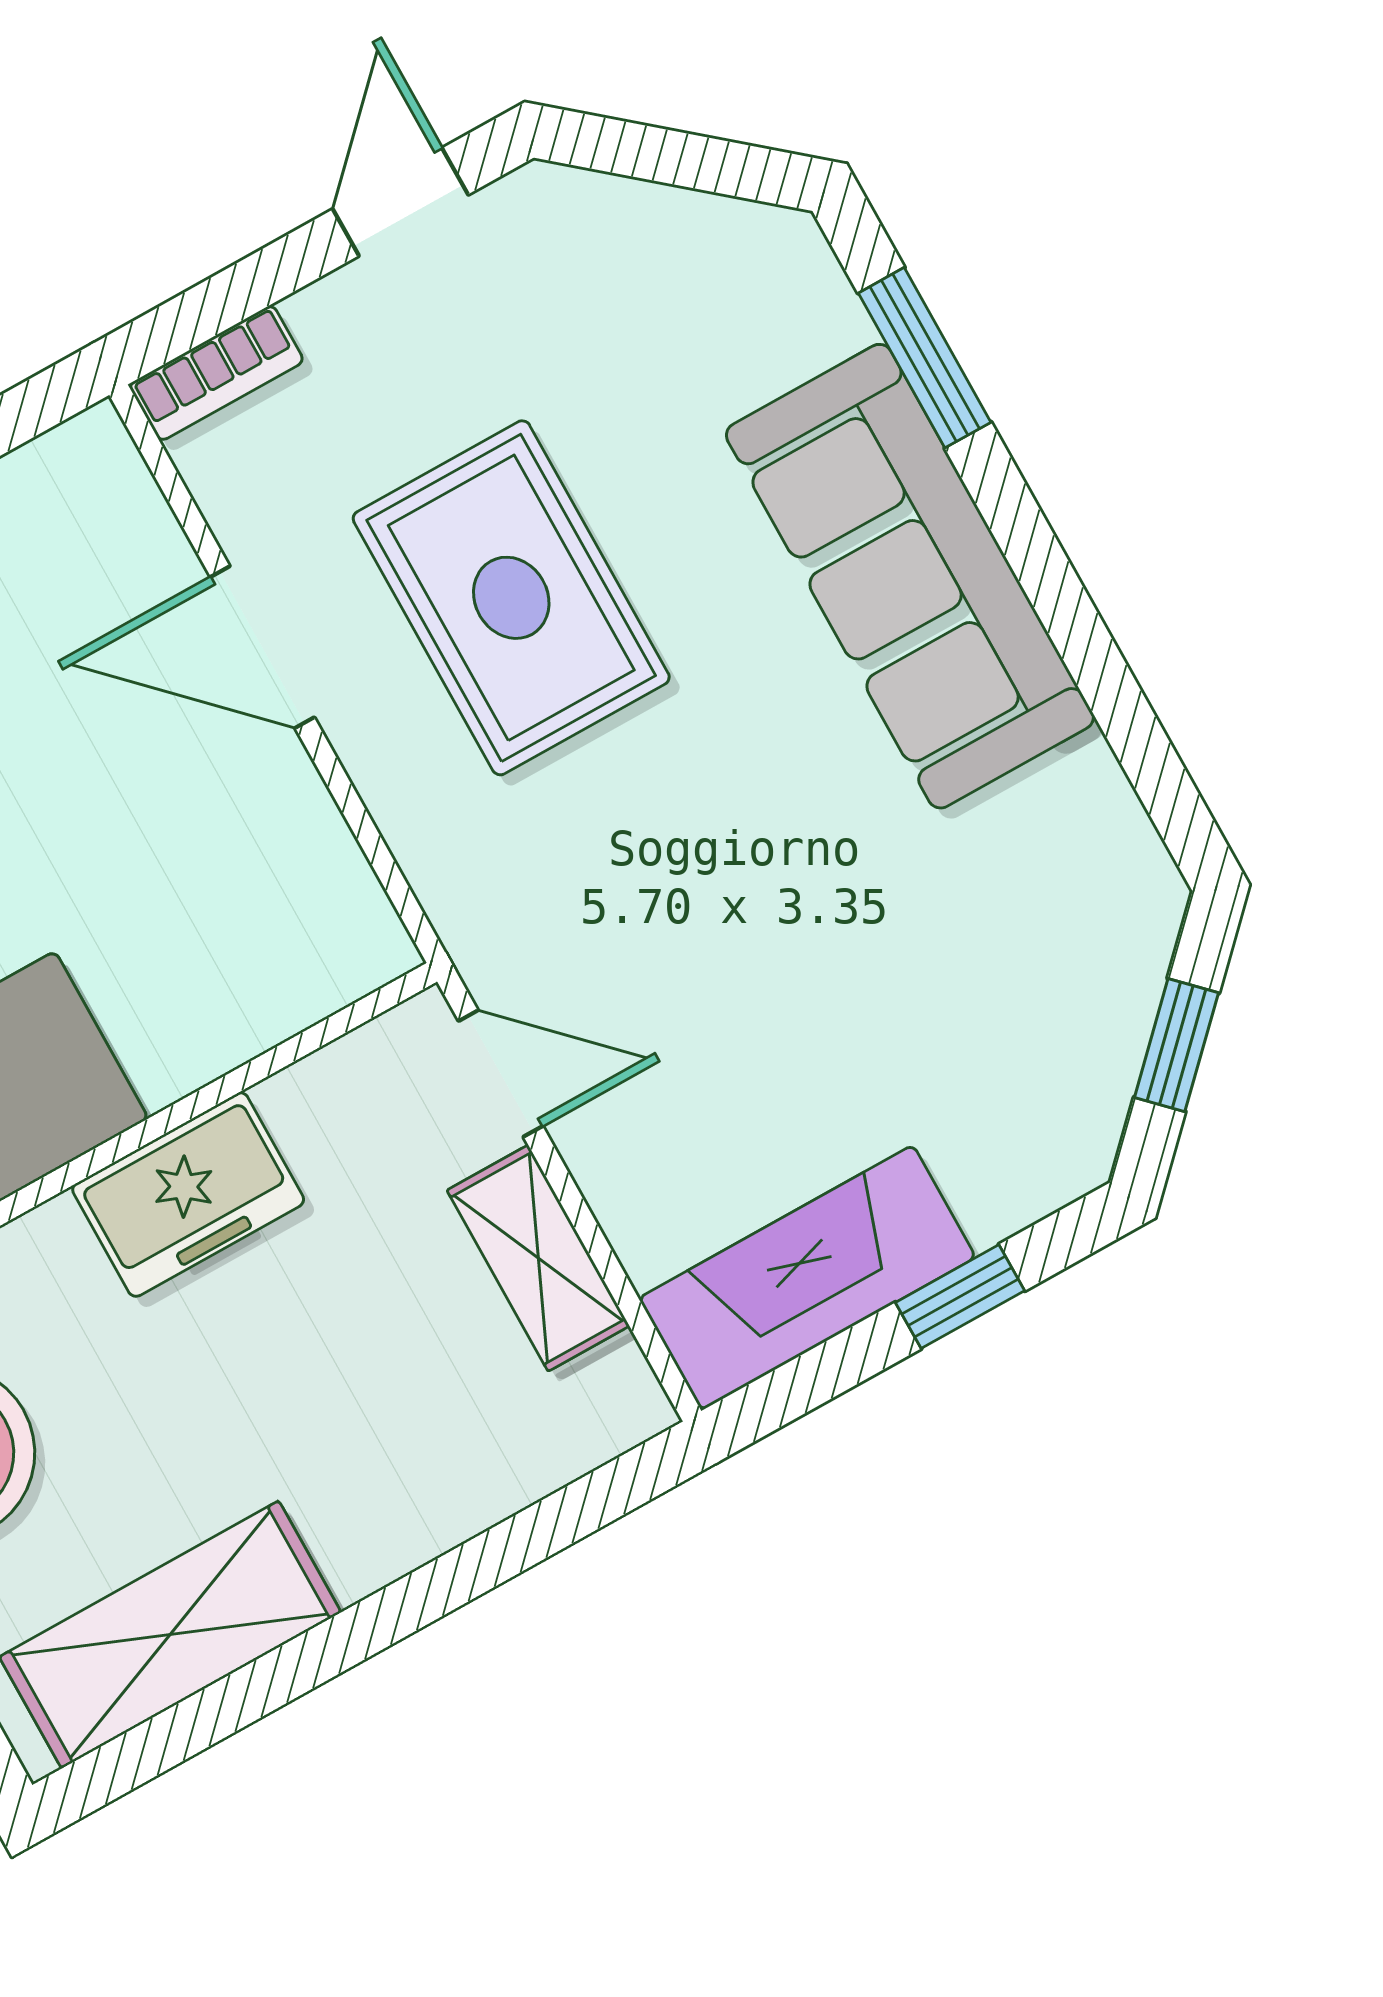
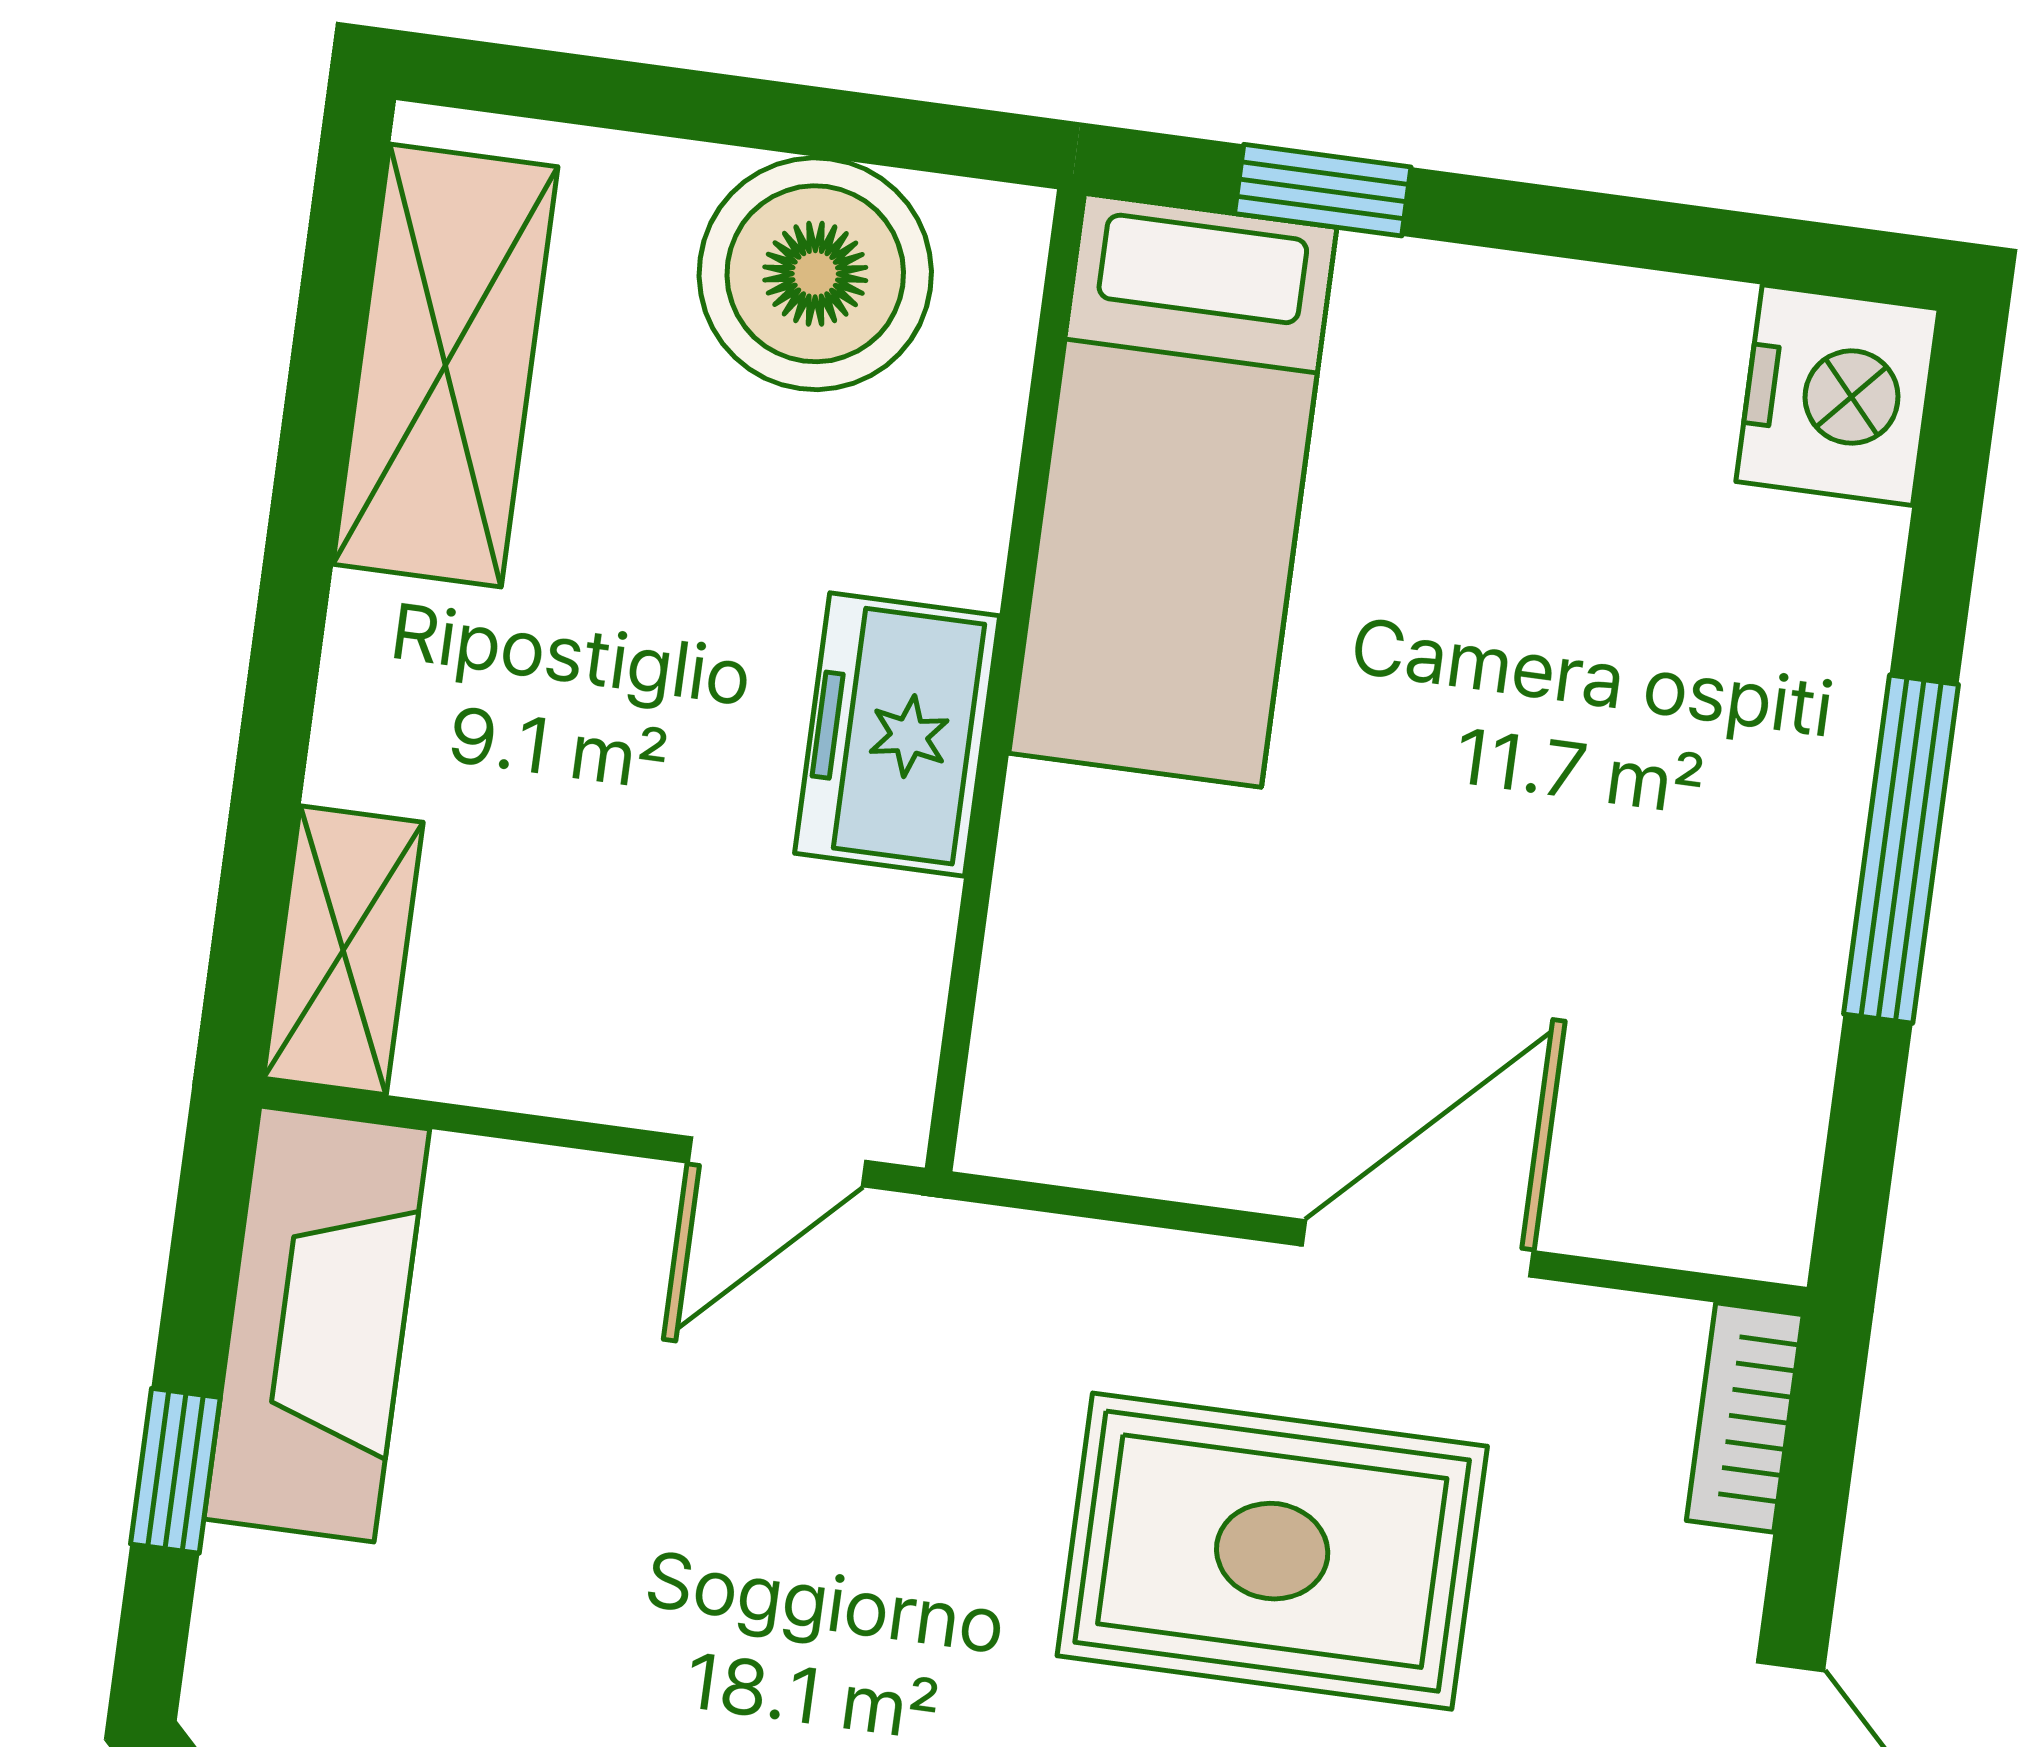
shelving: (538, 1258) -> (343, 950), moved, turned 90

